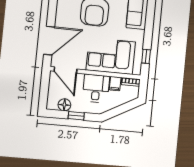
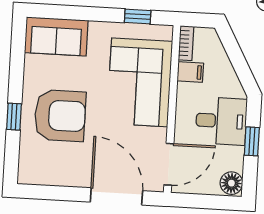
desk: (96, 88) -> (221, 121), moved, turned 180
floor lamp: (64, 105) -> (231, 183), moved

